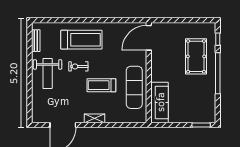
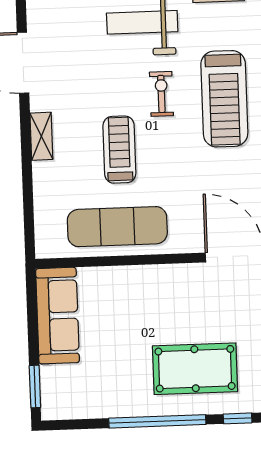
sofa: (160, 102) -> (58, 316), moved, turned -90

